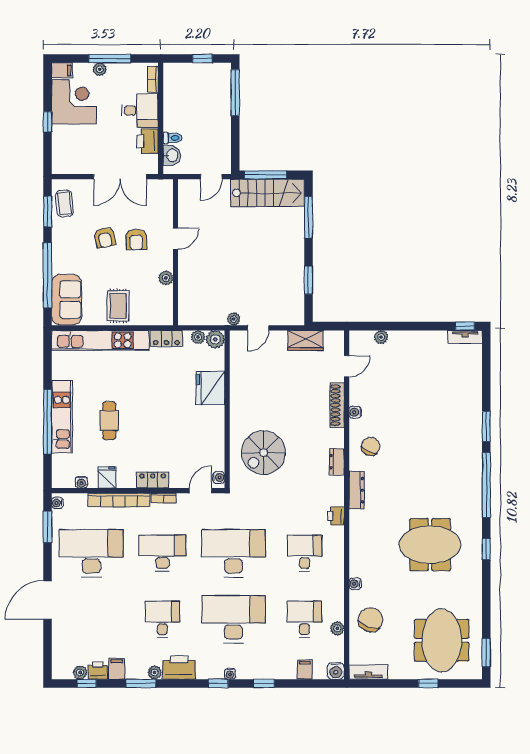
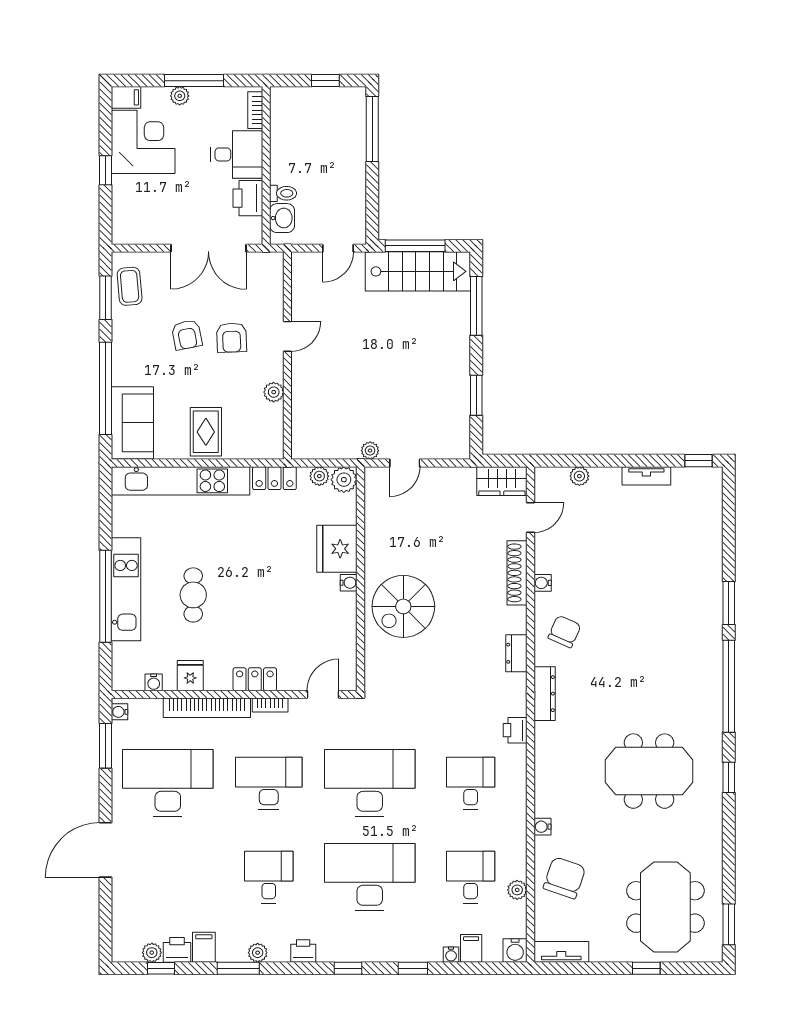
tv unit: (465, 337) -> (646, 476), moved
wardrobe: (305, 341) -> (502, 481), moved
spiral stairs: (263, 453) -> (403, 606), moved
water cooler: (219, 477) -> (349, 583), moved
printer: (179, 668) -> (303, 951), width x0.53, depth x0.68
water cooler: (230, 674) -> (451, 955), moved

